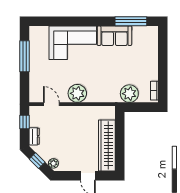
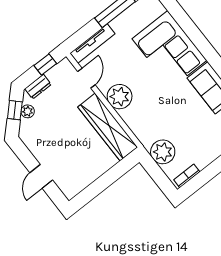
tv unit: (34, 85) -> (93, 44), added
wardrobe: (107, 145) -> (108, 127), moved, turned -90
plant: (53, 163) -> (28, 111), moved

